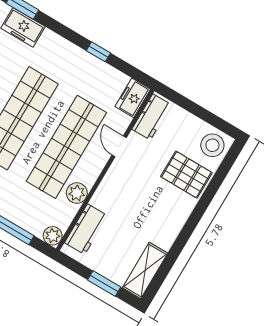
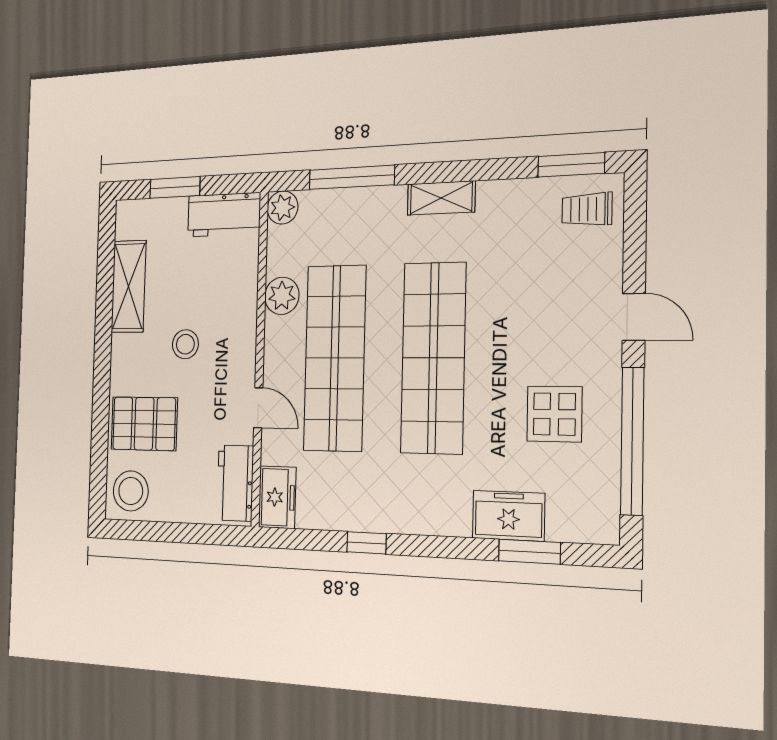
stool: (141, 201) -> (185, 344), added
workbench: (86, 229) -> (224, 215), moved, turned -90
shelving: (145, 271) -> (129, 286), moved

